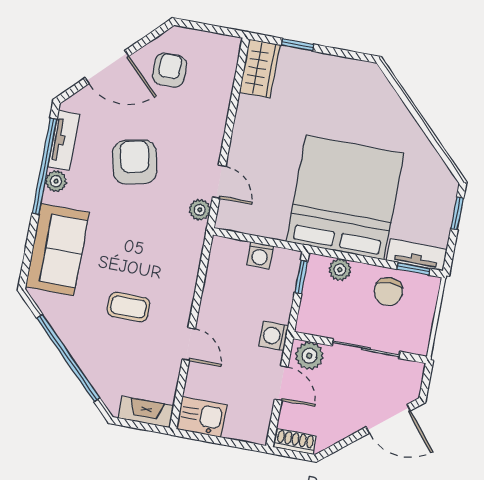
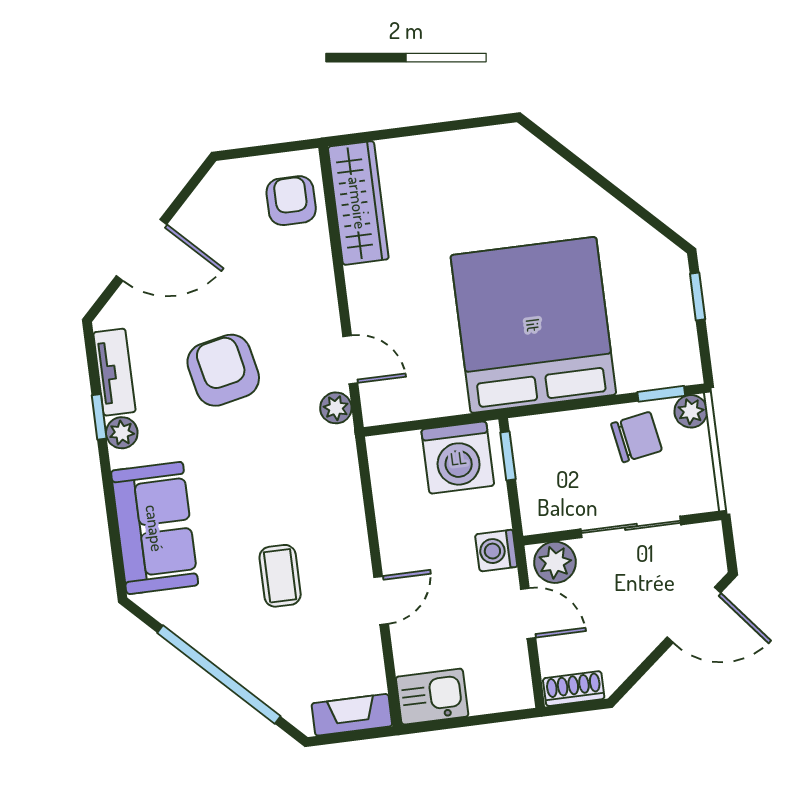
window: (297, 45) -> (398, 133), removed
wardrobe: (260, 69) -> (358, 203), width x1.50
armchair: (170, 70) -> (291, 201), moved
window: (45, 166) -> (99, 417), width x0.32
washing machine: (260, 255) -> (458, 458), width x1.89, depth x1.89
tv unit: (417, 255) -> (660, 373), removed
plant: (340, 270) -> (691, 411), moved
chair: (388, 292) -> (637, 437), turned -100
coffee table: (129, 307) -> (280, 576), turned 90
door: (189, 344) -> (381, 600), hinge flipped

